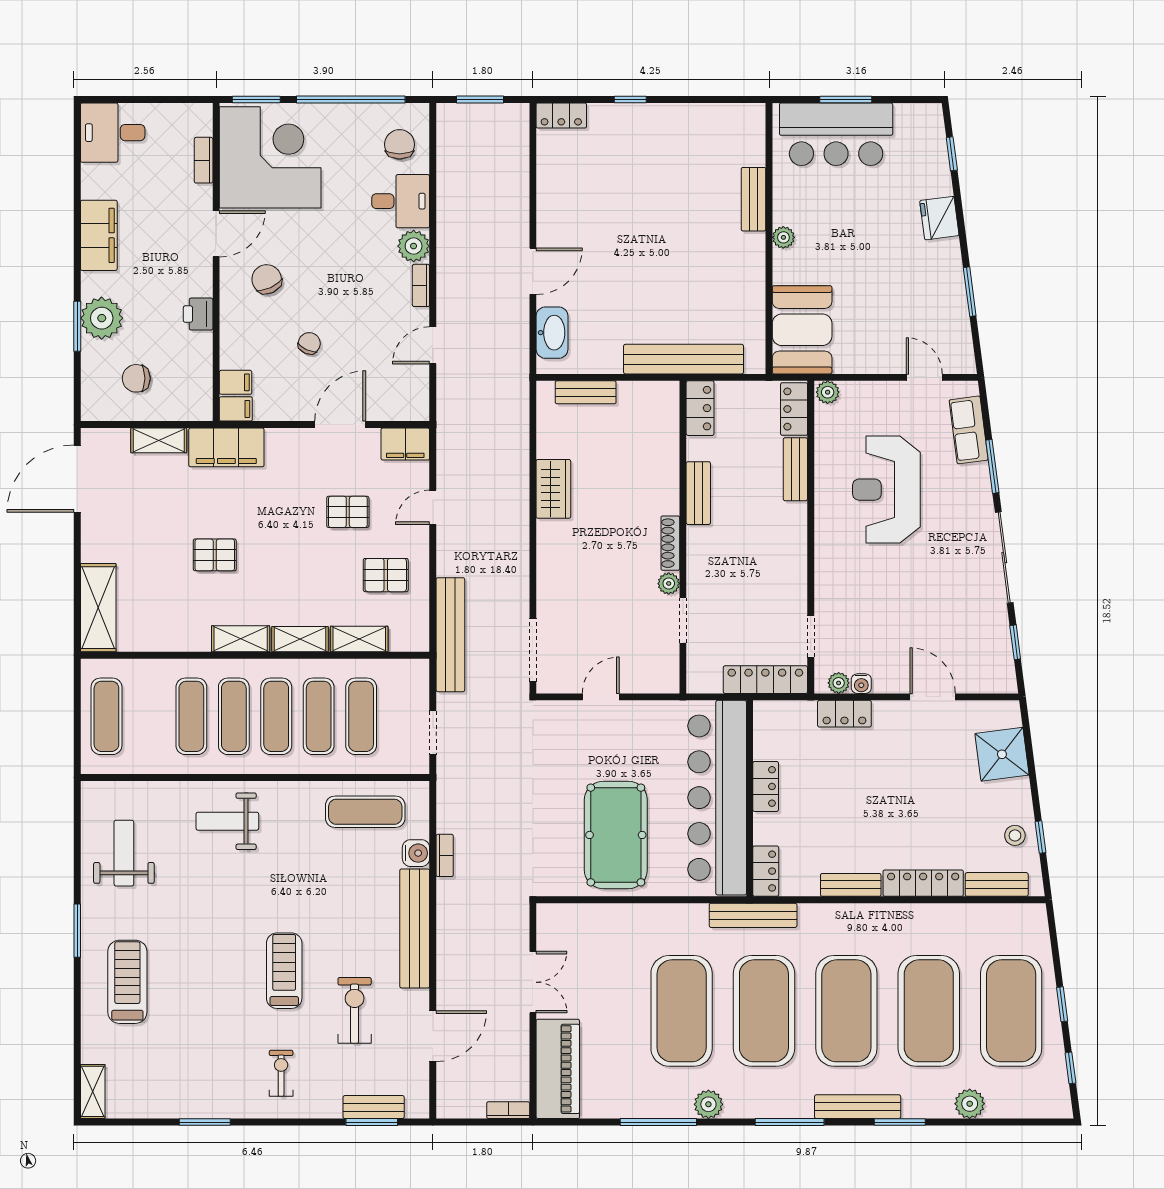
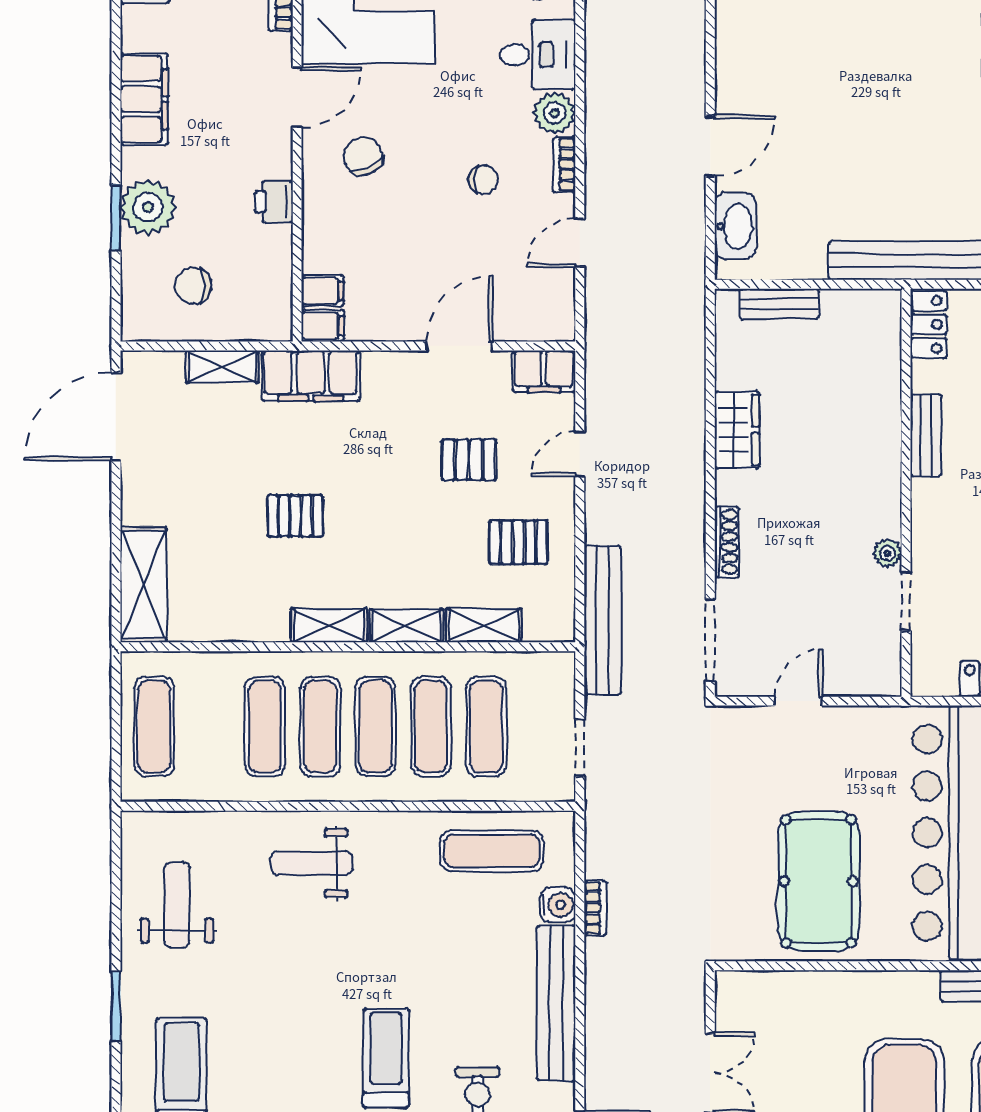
chair: (309, 343) -> (483, 180), moved, turned 69
shoe rack: (670, 543) -> (727, 542), moved, turned 180

